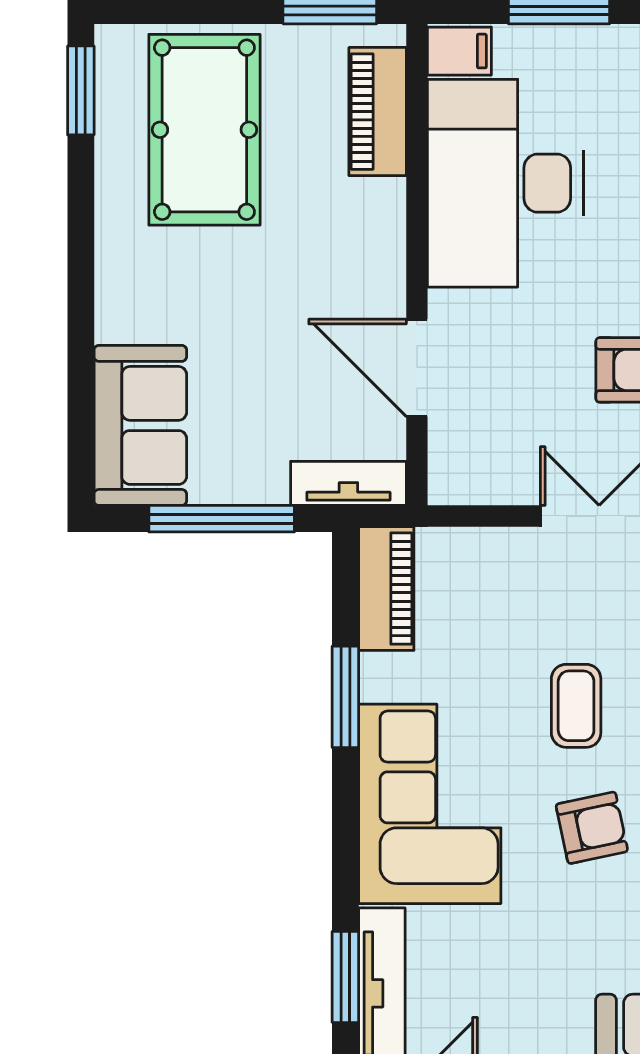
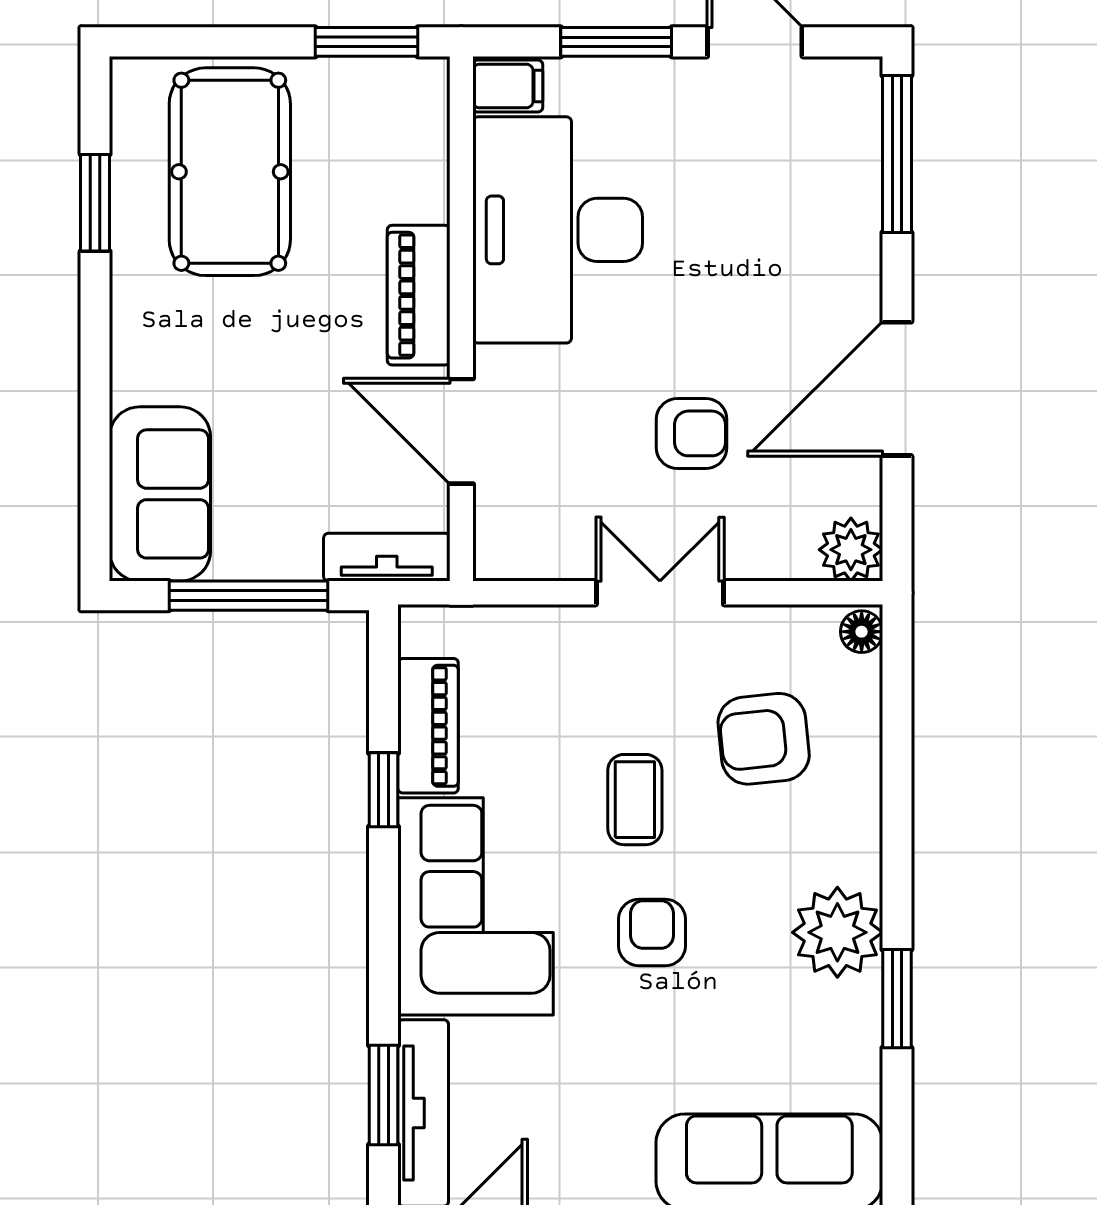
window: (81, 90) -> (95, 203), moved
piano: (378, 112) -> (419, 295), moved
piano: (386, 589) -> (428, 726), moved
window: (345, 697) -> (384, 790), width x0.67
armchair: (592, 828) -> (652, 932), turned -78

